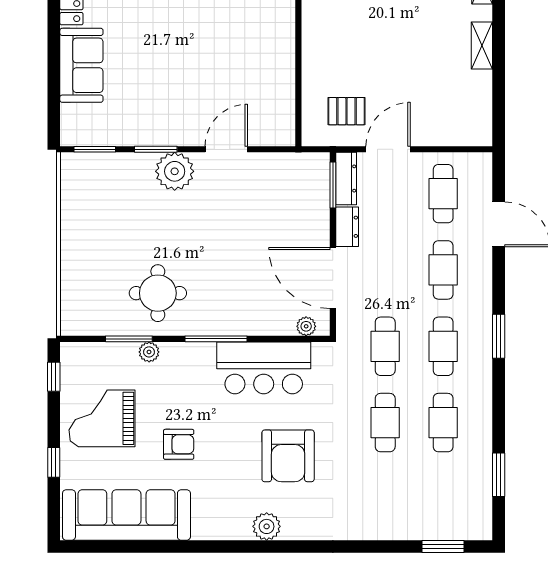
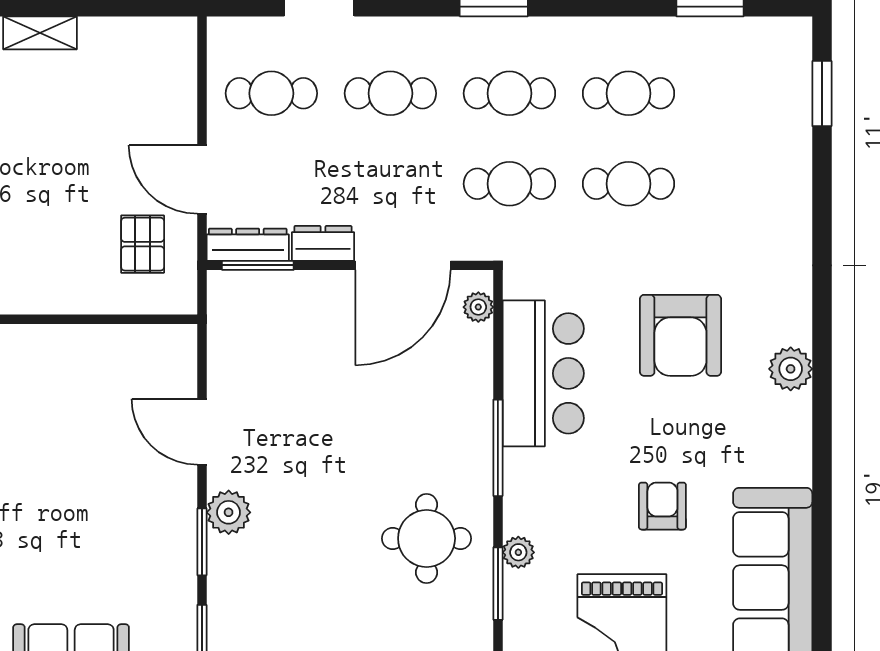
plant: (175, 171) -> (229, 512), width x0.73, depth x0.73
armchair: (288, 456) -> (680, 335), turned 90

